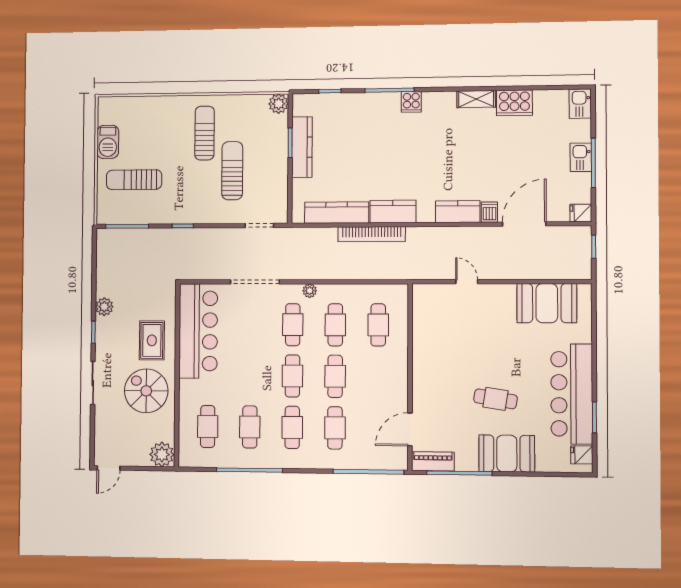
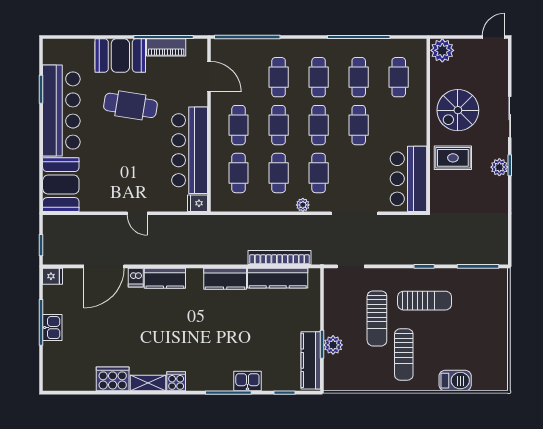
cooker: (411, 102) -> (176, 381), moved
plant: (279, 104) -> (333, 345), moved
kitchen sink: (580, 104) -> (247, 381), moved, turned -90
barbecue: (108, 142) -> (455, 381), moved, turned 90
kitchen counter: (302, 147) -> (311, 360), moved
sun lounger: (134, 180) -> (425, 301), moved
bookcase: (372, 234) -> (280, 258), moved
door: (467, 282) -> (137, 213), moved
booth: (547, 303) -> (61, 185), moved, turned 90
plant: (104, 307) -> (499, 167), moved
bar counter: (198, 331) -> (408, 179), width x0.73
rug: (152, 340) -> (453, 158), turned 90
bar counter: (431, 350) -> (190, 150), added
cafe table: (250, 376) -> (359, 125), added
cafe table: (378, 377) -> (239, 125), added
spiral stairs: (146, 391) -> (458, 110), turned 90
cafe table: (495, 399) -> (130, 105), width x1.37, depth x1.35
door: (410, 429) -> (209, 77), hinge flipped
fridge: (582, 455) -> (197, 203), moved, turned 180
piano: (433, 461) -> (166, 47), moved

